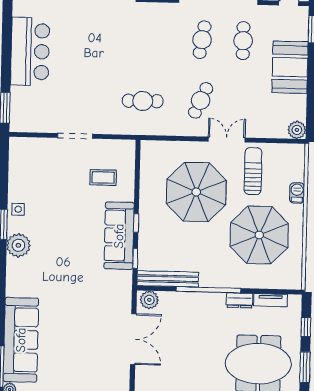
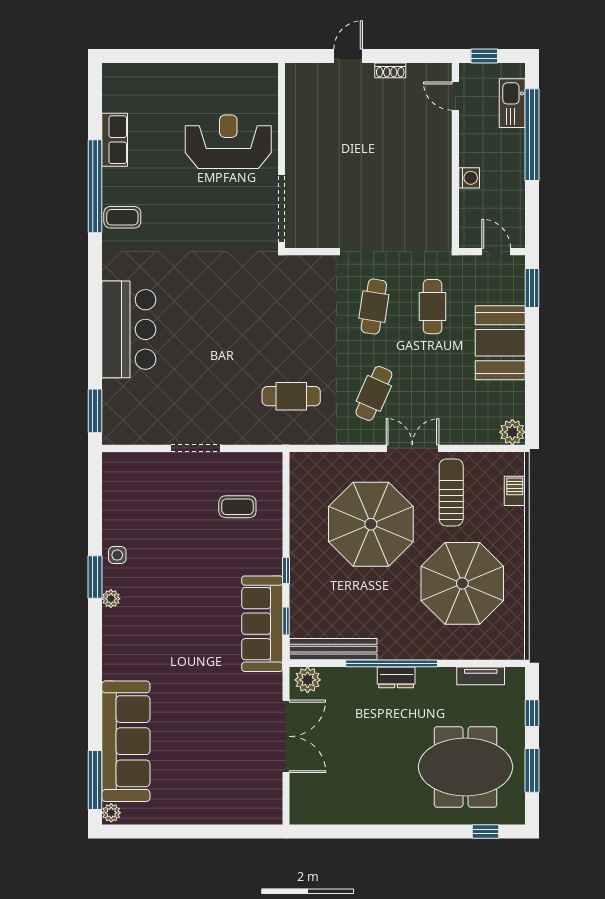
barbecue: (297, 193) -> (515, 491), moved
sofa: (119, 236) -> (262, 624), moved
plant: (18, 245) -> (111, 599), width x0.53, depth x0.53
dresser: (240, 300) -> (396, 677), moved

